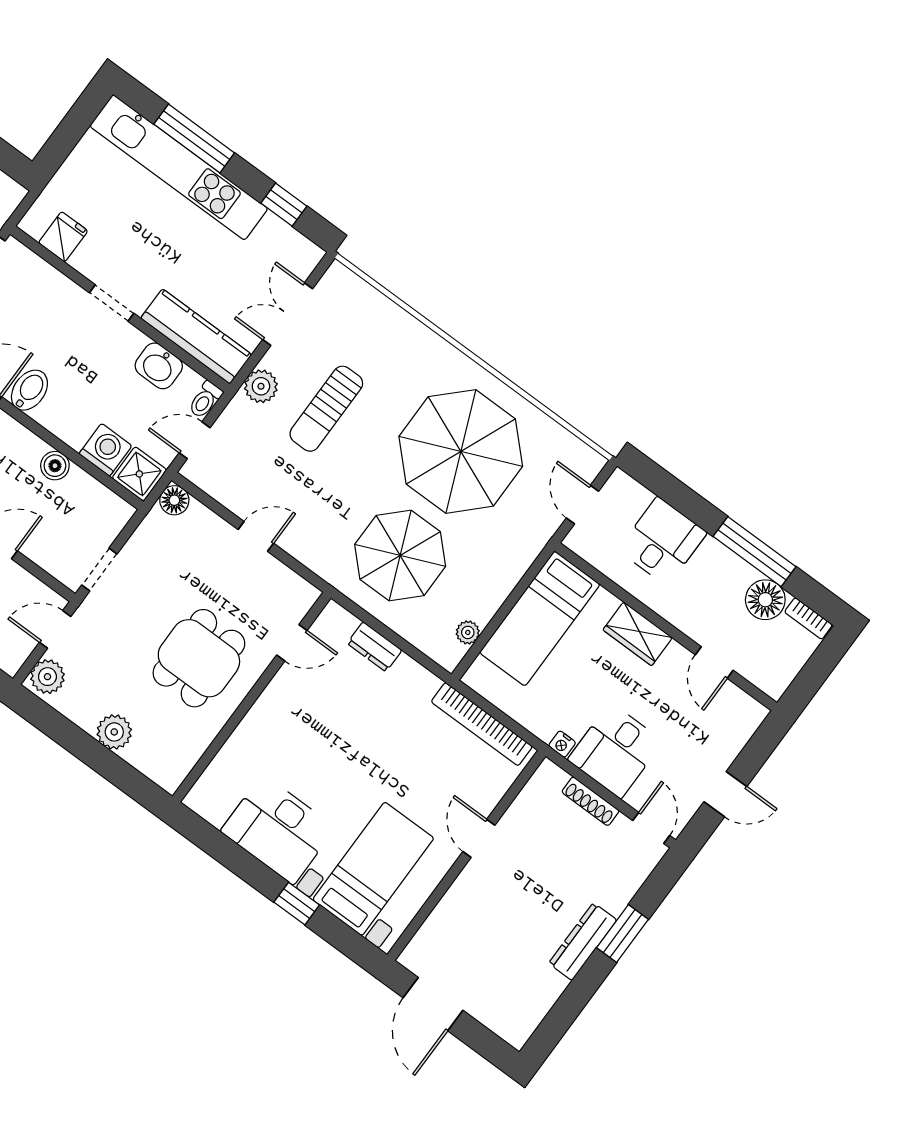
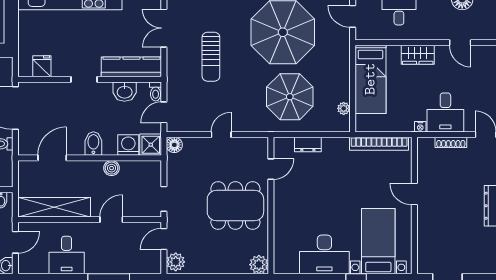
plant: (261, 386) -> (175, 68), removed
bidet: (29, 390) -> (93, 144), moved
dining table: (199, 658) -> (235, 206), width x1.38
plant: (114, 732) -> (259, 265), moved

